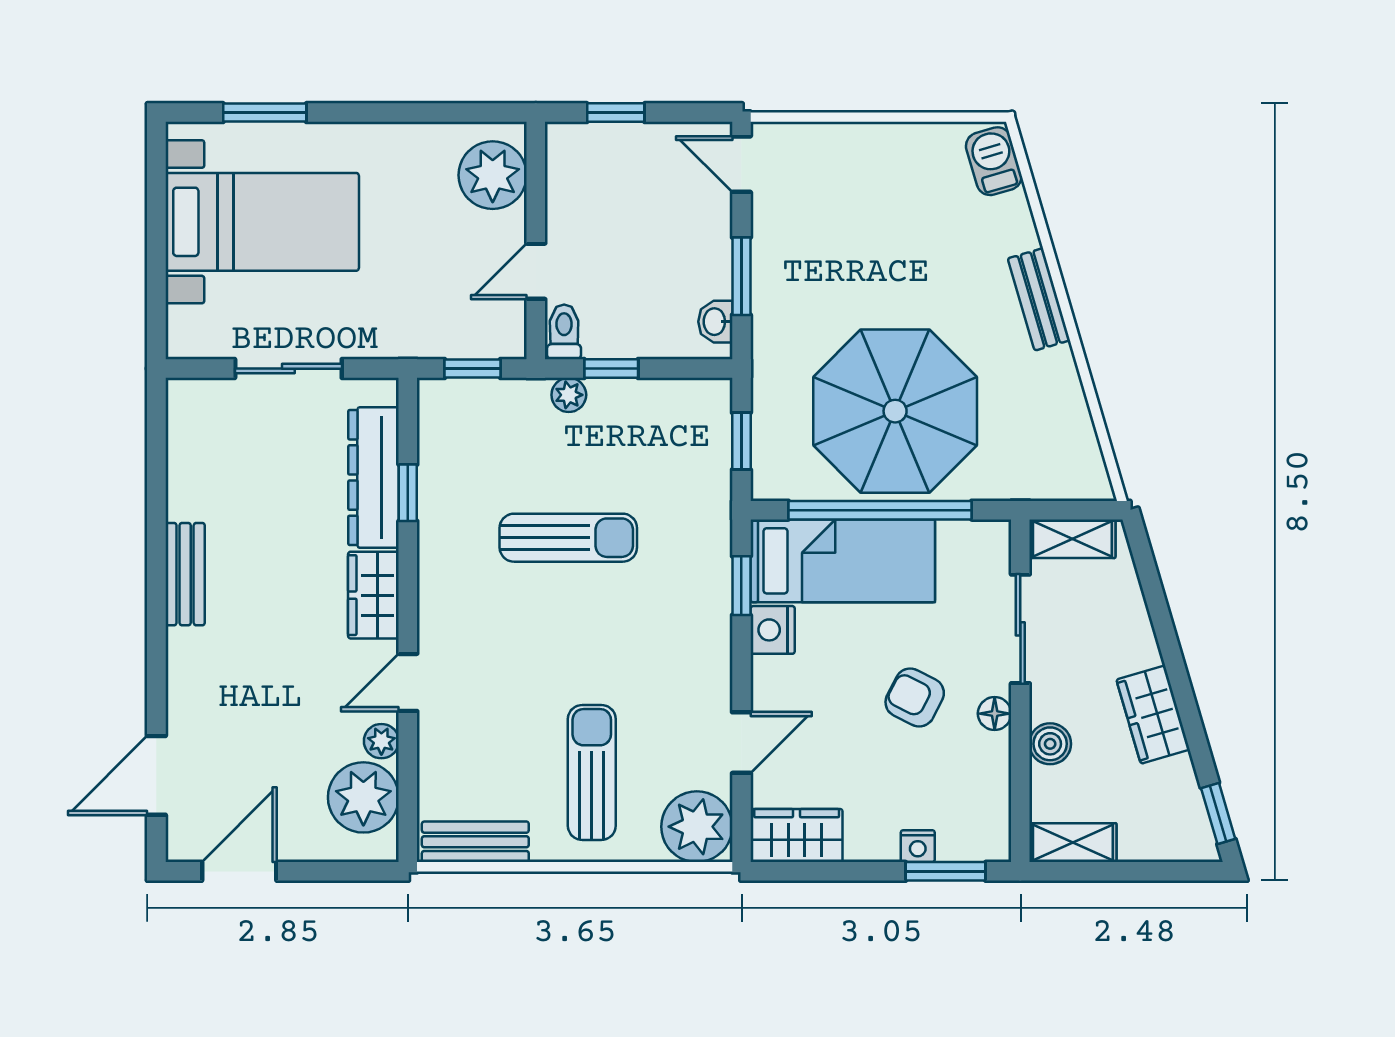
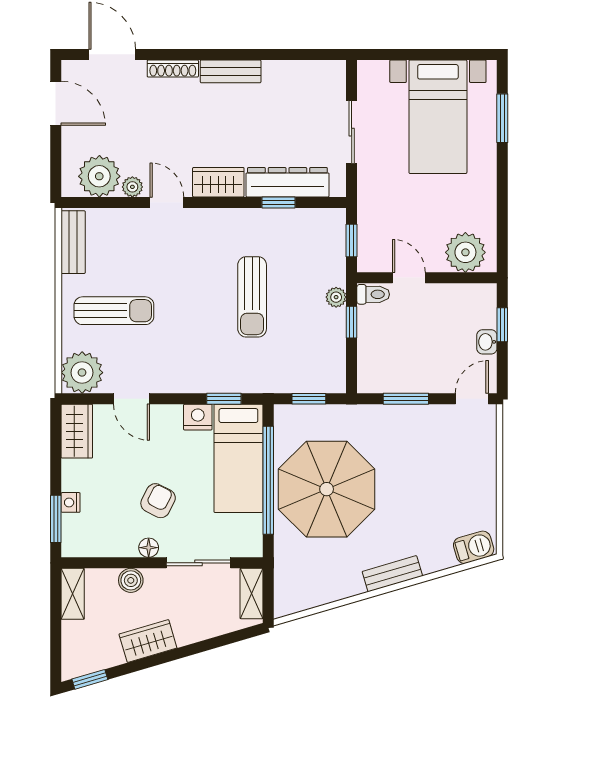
washbasin: (715, 322) -> (487, 342), moved, turned -90
shoe rack: (180, 672) -> (173, 69), added

